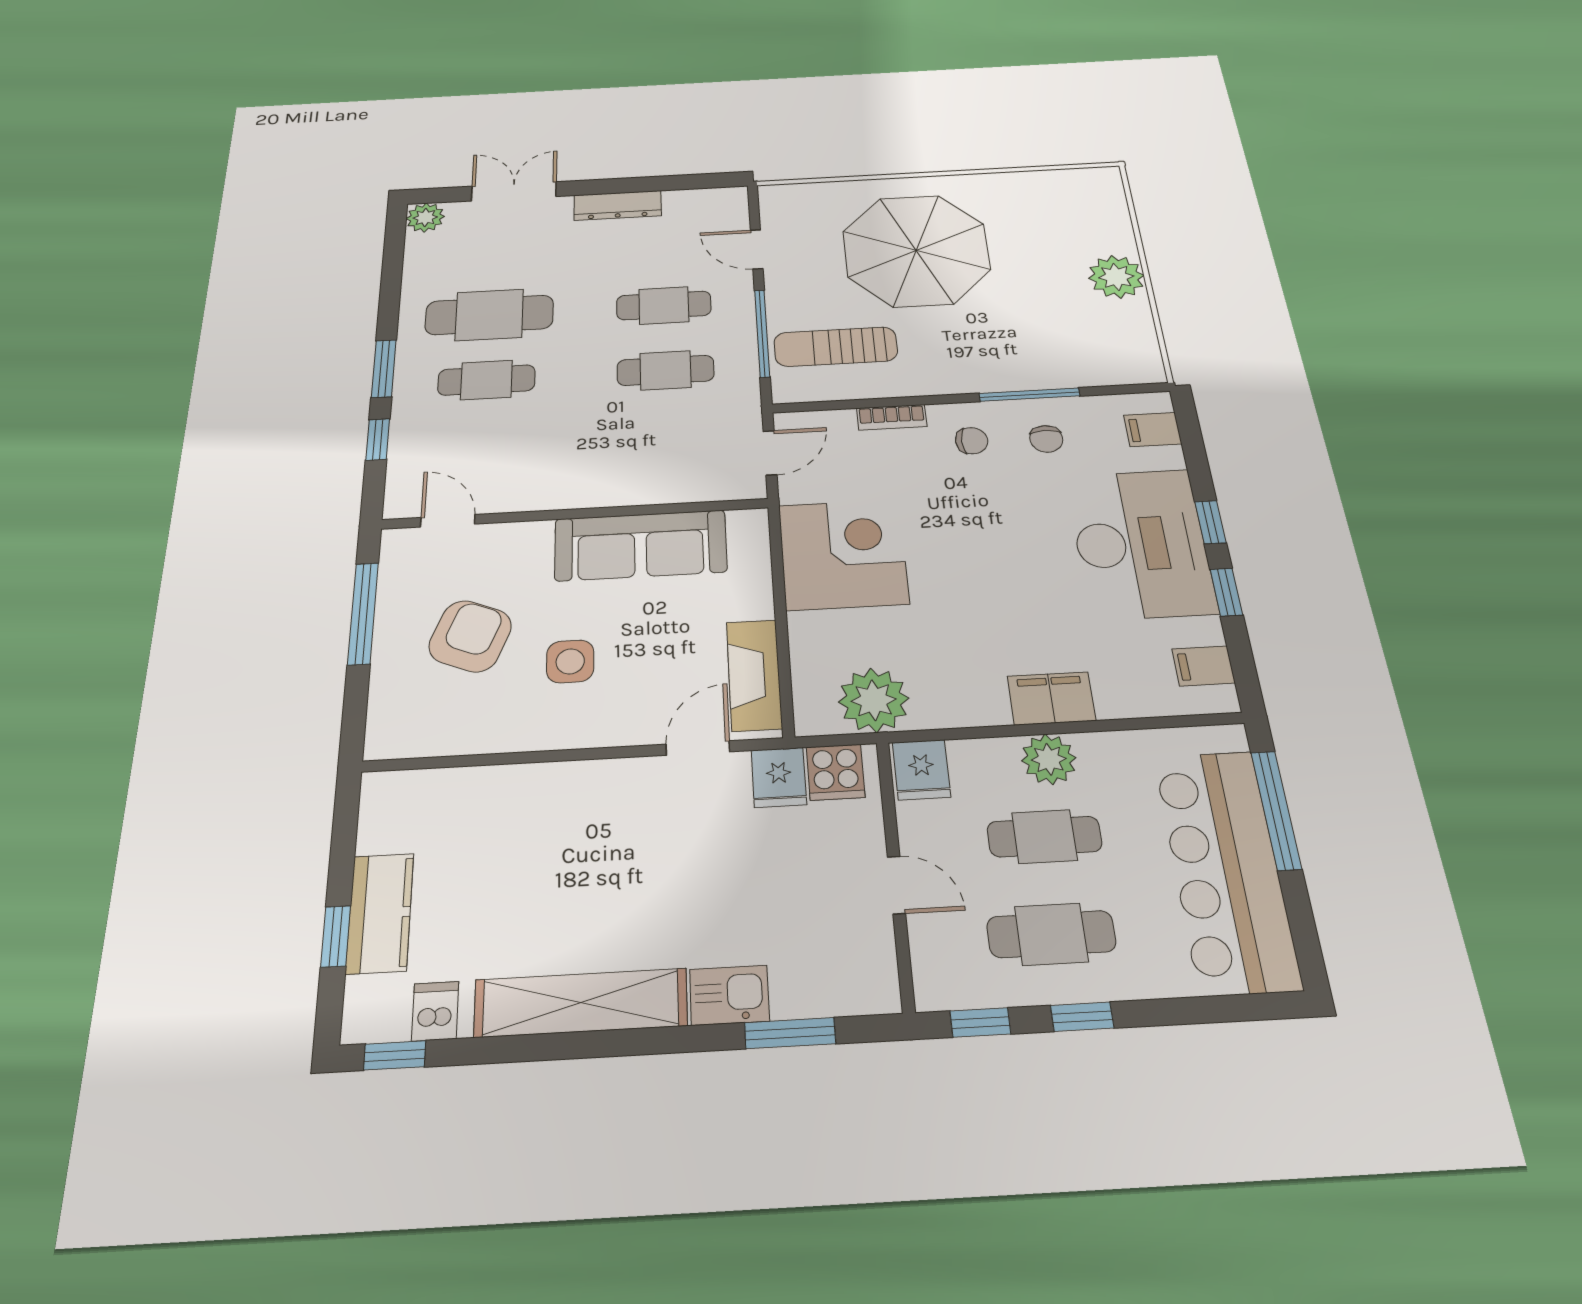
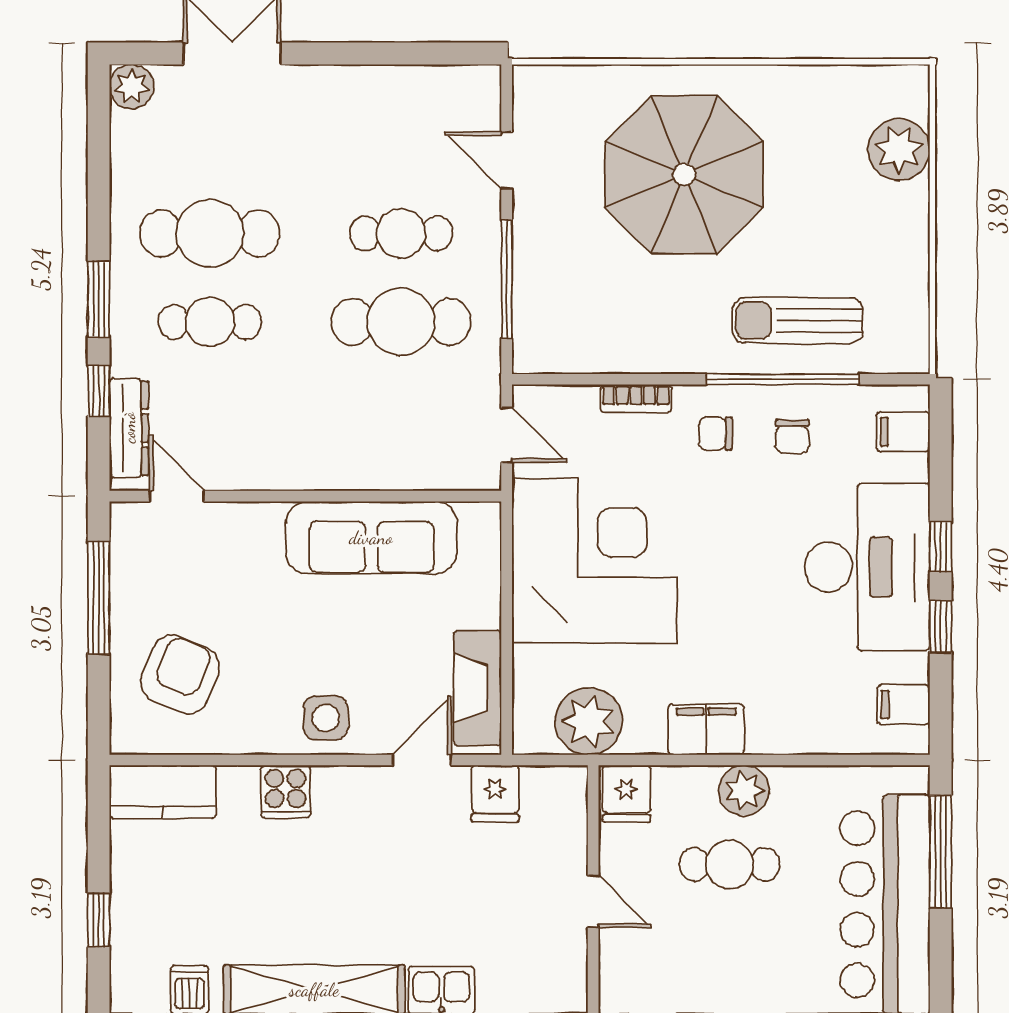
dresser: (618, 205) -> (129, 428), moved, turned -90
plant: (1116, 277) -> (899, 149), moved
sun lounger: (836, 347) -> (798, 321), moved
cafe table: (666, 370) -> (401, 322), width x1.37, depth x1.35
window: (1029, 395) -> (783, 379), width x1.46
chair: (972, 441) -> (715, 434), turned 180
door: (770, 453) -> (507, 435), hinge flipped
corner desk: (843, 554) -> (594, 561), width x1.36, depth x1.36
armchair: (470, 636) -> (180, 674), moved
side table: (570, 661) -> (326, 718), moved
filing cabinet: (1051, 698) -> (706, 729), moved
cooker: (835, 772) -> (286, 792), moved
kitchen counter: (380, 913) -> (163, 792), moved, turned 90
cafe table: (1051, 934) -> (723, 953), removed

